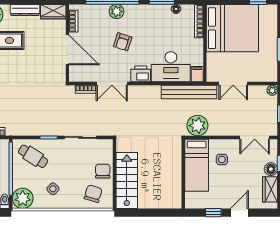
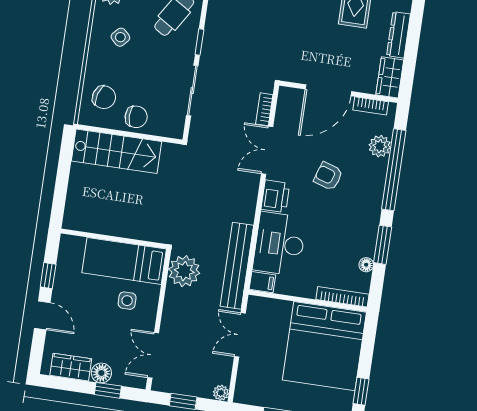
plant: (117, 11) -> (380, 146), moved

